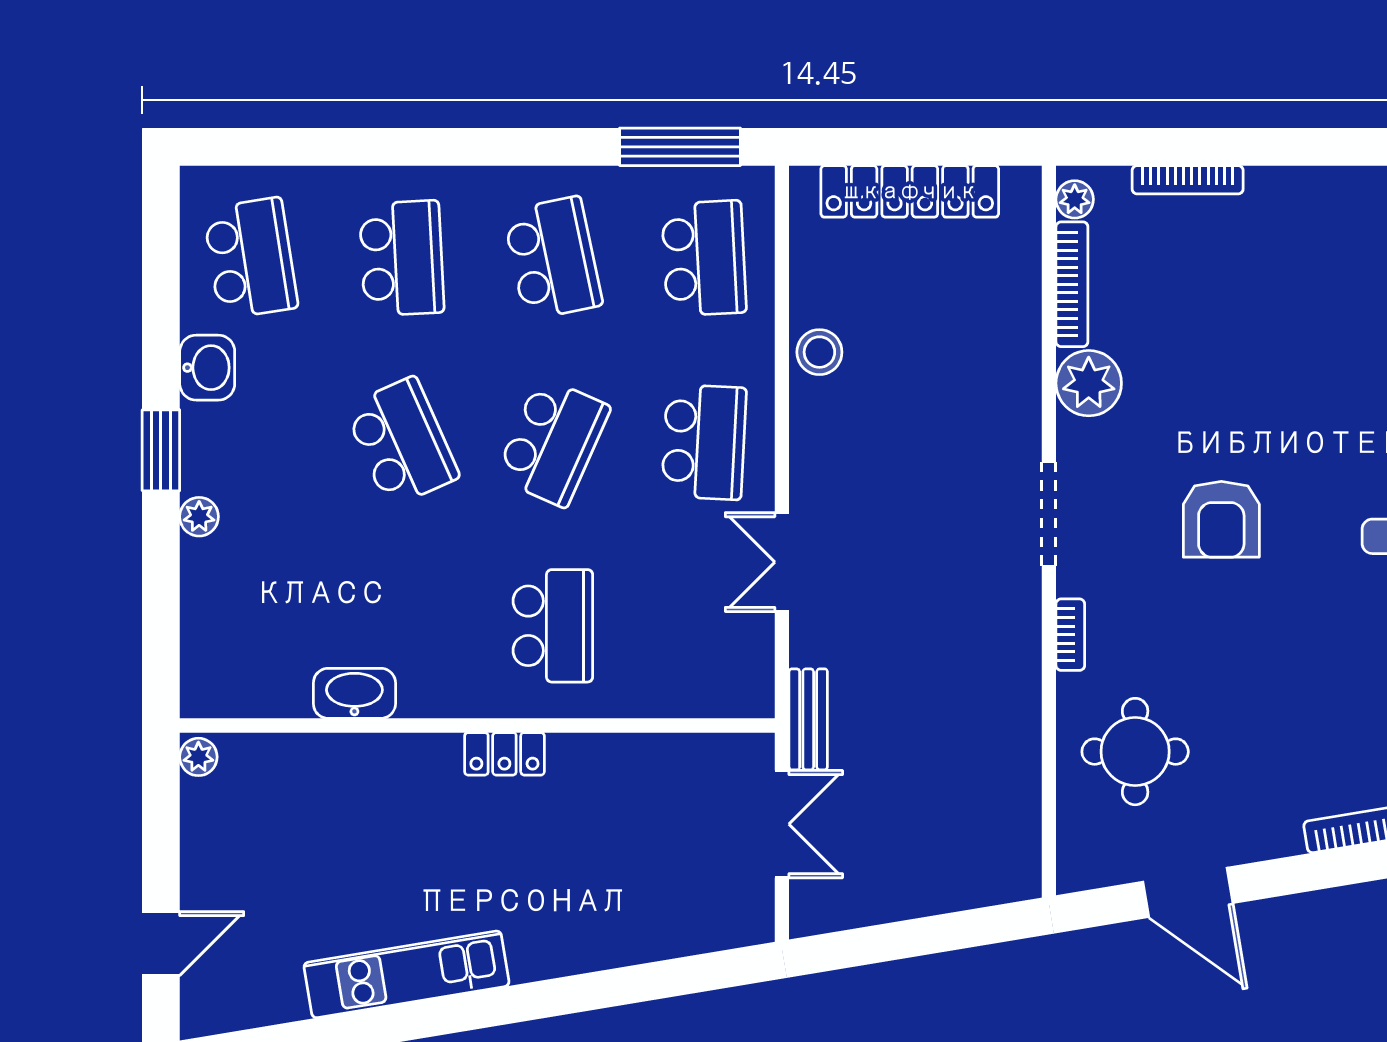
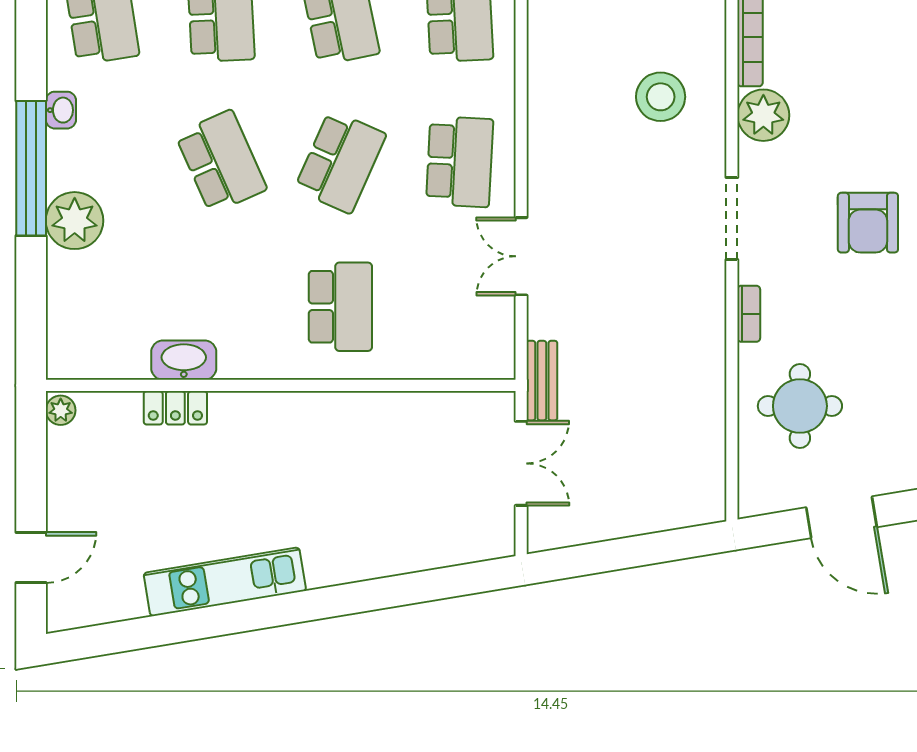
stool: (819, 352) -> (661, 97), moved, width x1.38, depth x1.38
washbasin: (207, 368) -> (61, 110), width x0.72, depth x0.69
window: (161, 450) -> (31, 168), width x2.11
plant: (199, 517) -> (75, 221), width x1.88, depth x1.88
locker: (504, 754) -> (175, 408), moved

